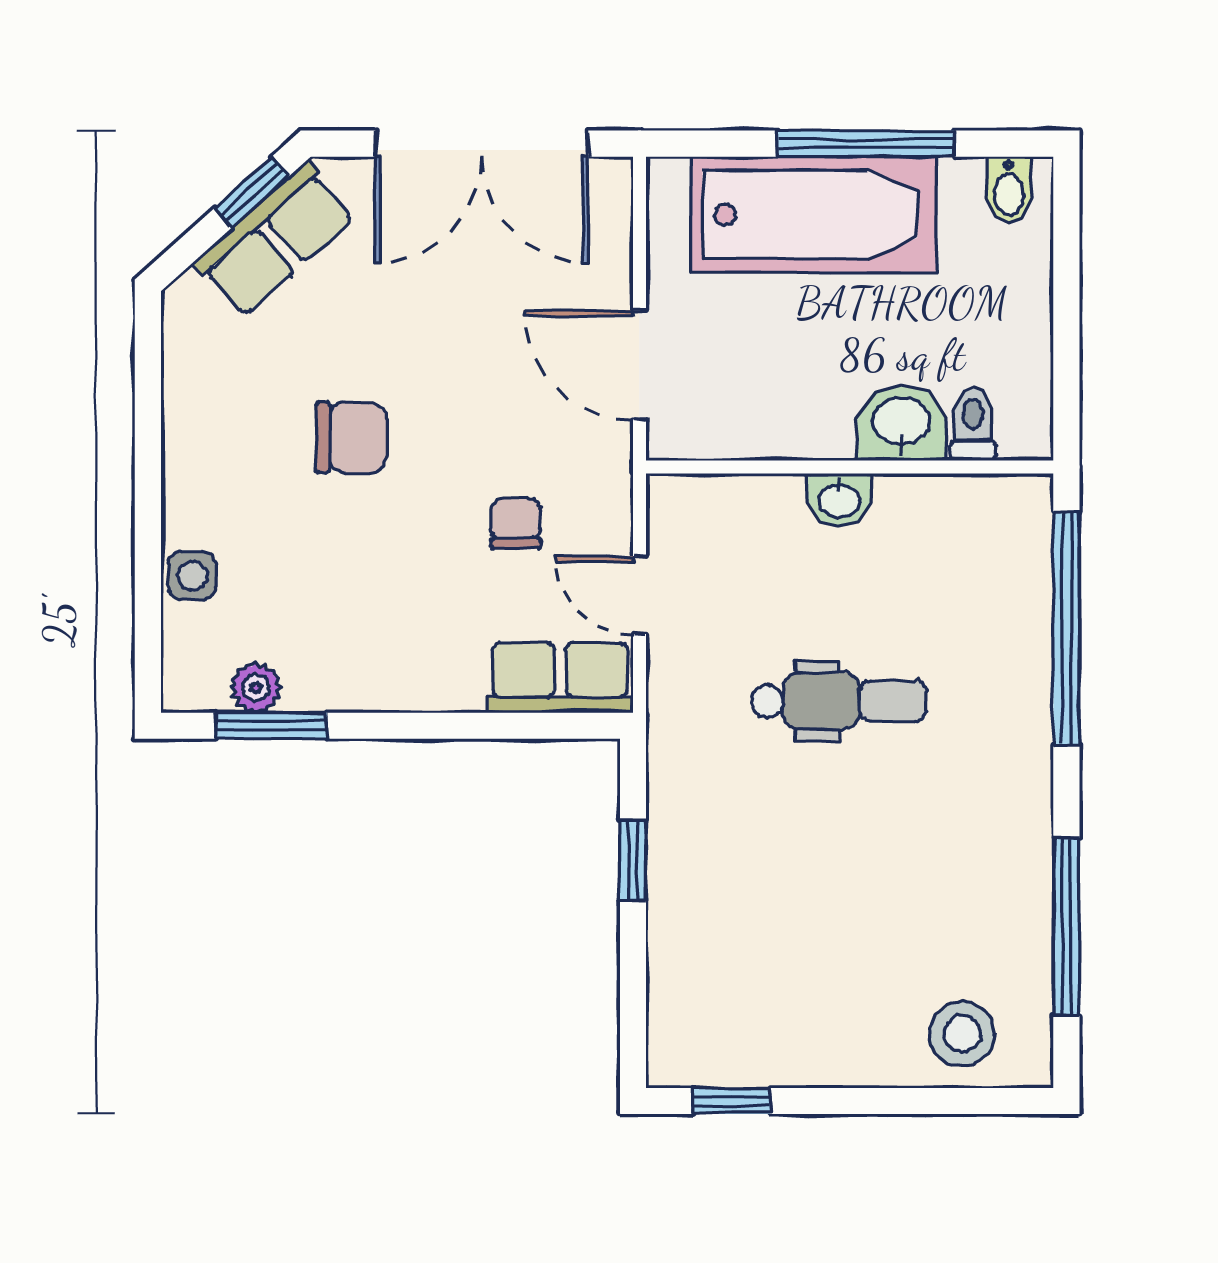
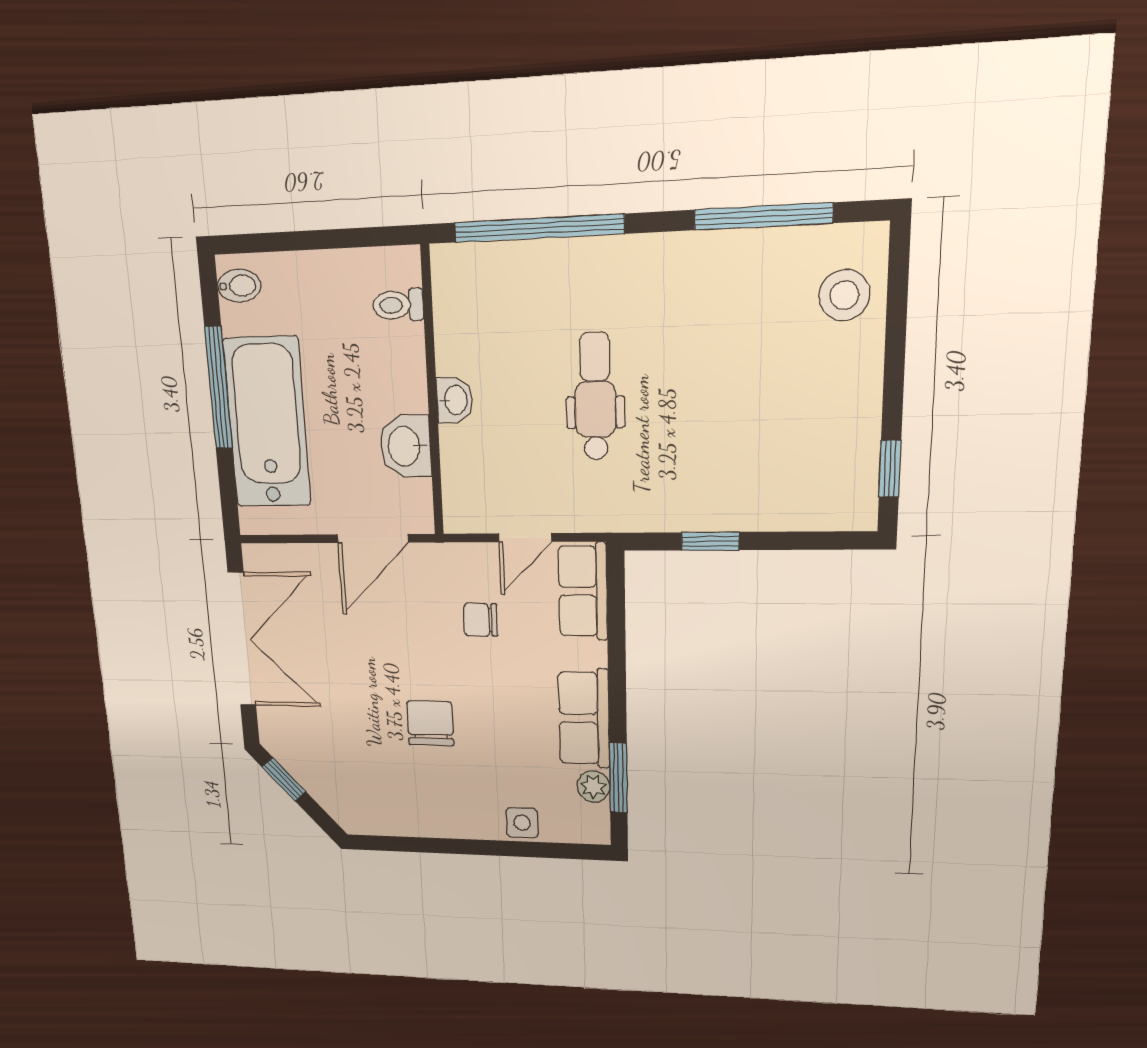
row of seats: (274, 239) -> (584, 718), moved, turned -138
washbasin: (901, 423) -> (405, 446), moved

